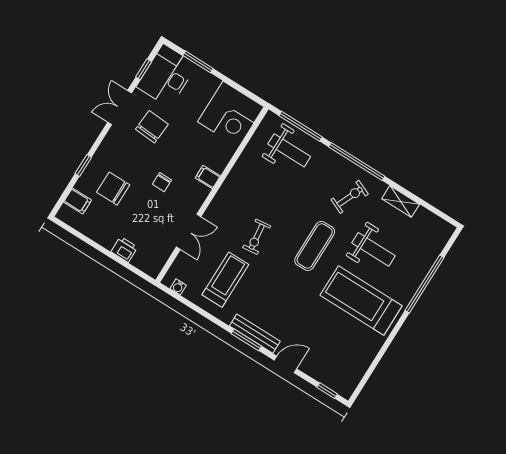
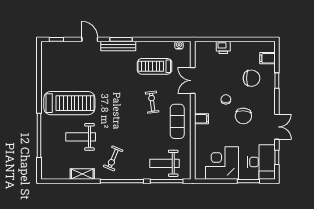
corner desk: (231, 114) -> (222, 163), moved
chair: (152, 127) -> (243, 116), moved
exercise mat: (315, 246) -> (177, 121), moved
treadmill: (225, 280) -> (155, 66), turned 90
door: (285, 364) -> (90, 39), swing flipped

